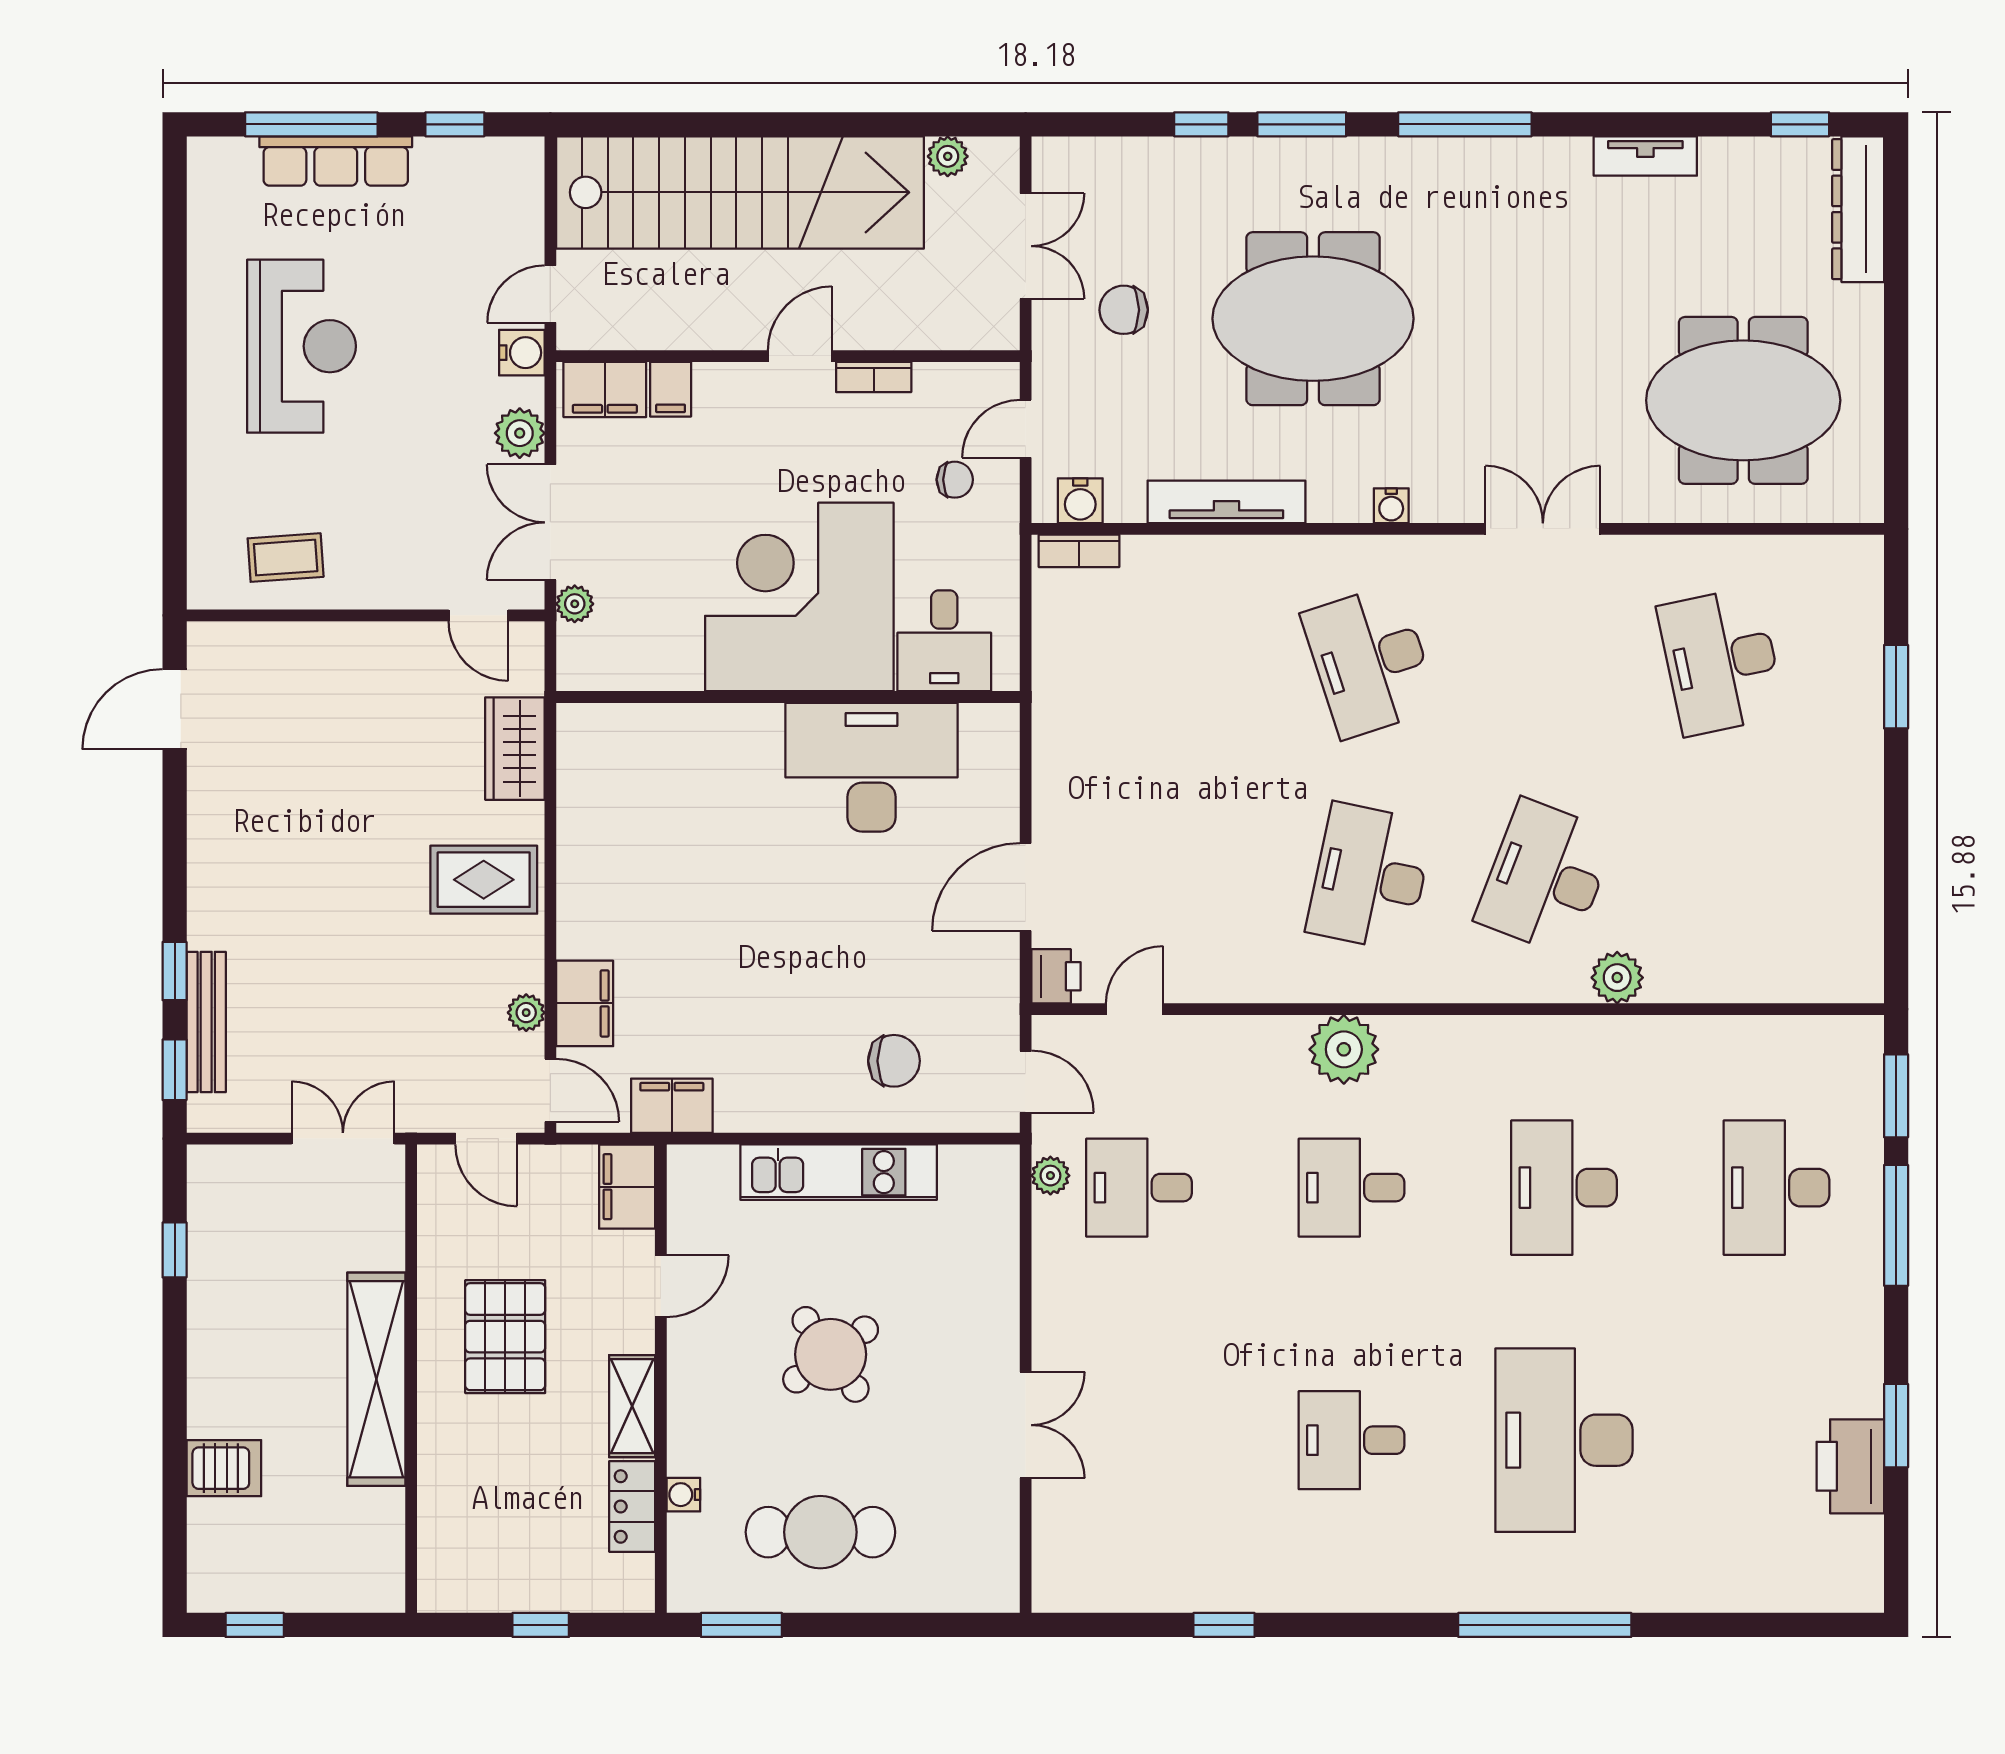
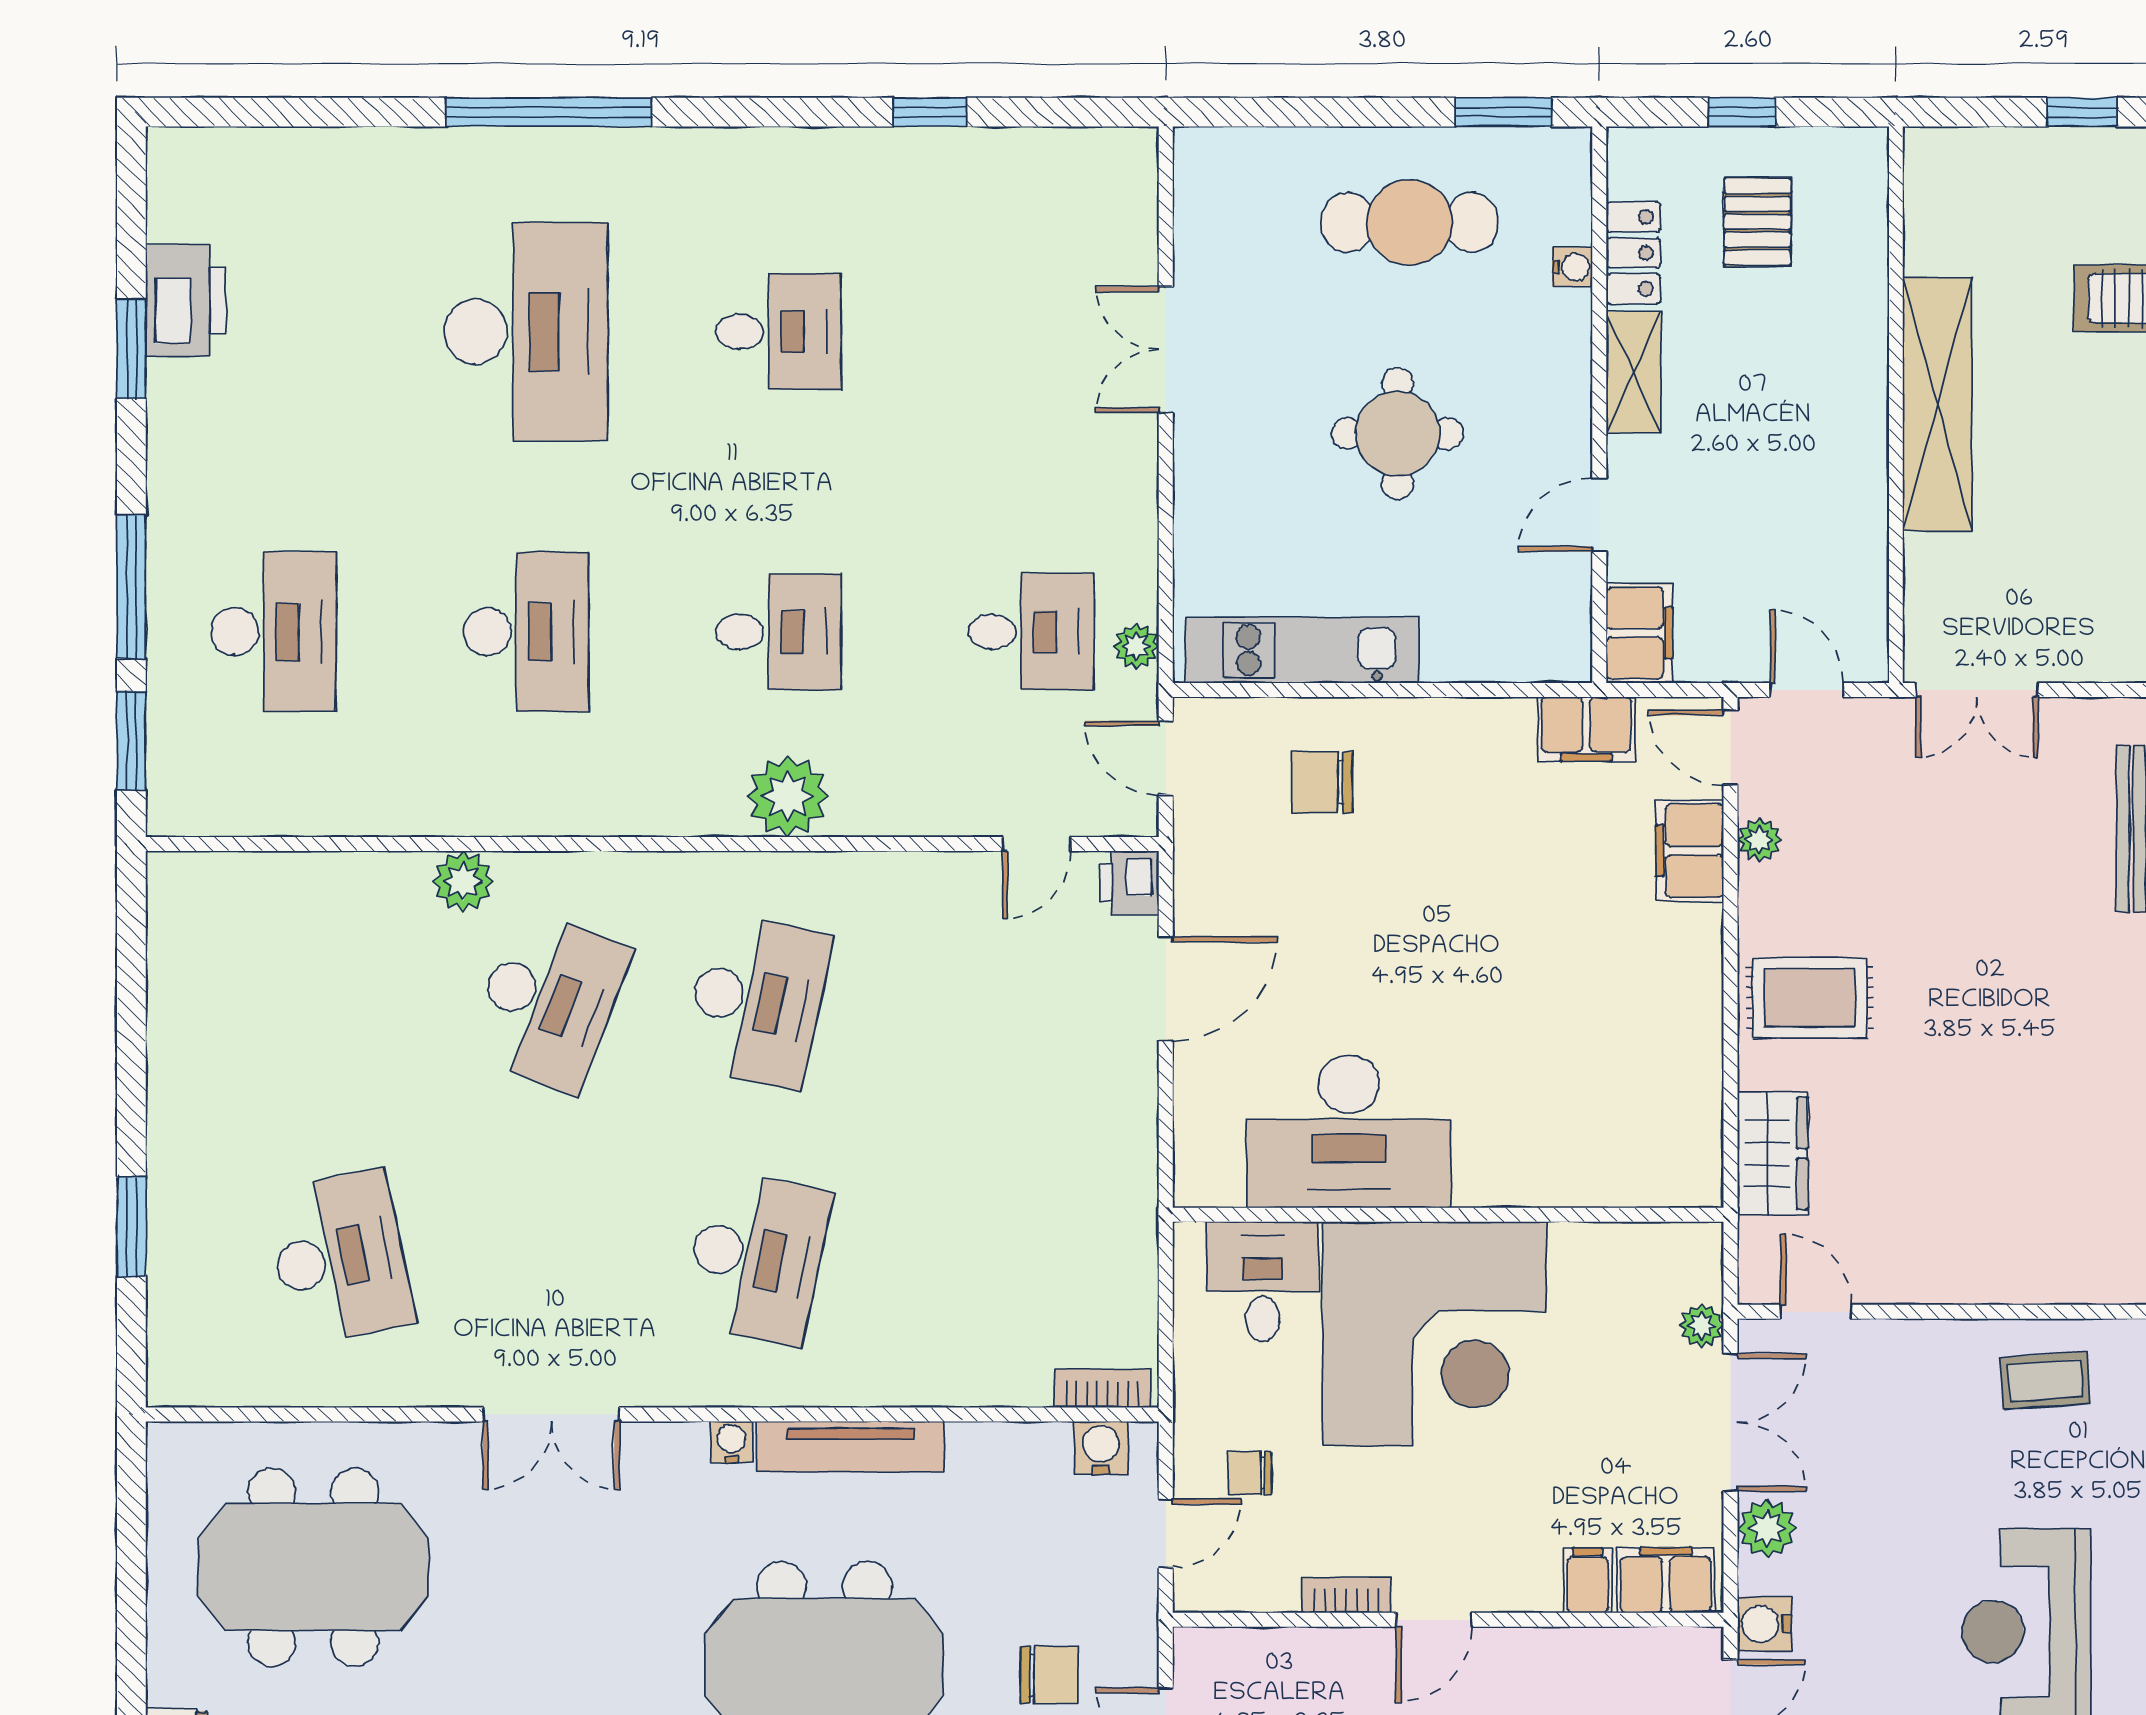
tv unit: (1226, 502) -> (850, 1447), moved
desk: (1370, 661) -> (757, 1258), turned 30
kitchen unit: (839, 1172) -> (1302, 650), moved
pallet: (505, 1337) -> (1757, 222), moved, width x0.67, depth x0.71
round table: (831, 1354) -> (1398, 434), turned 36

